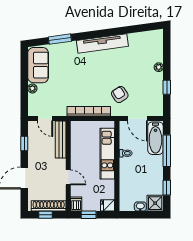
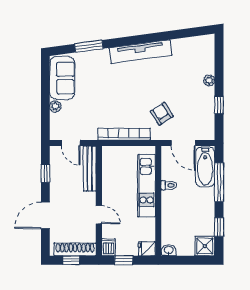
washbasin: (140, 207) -> (169, 250), moved

